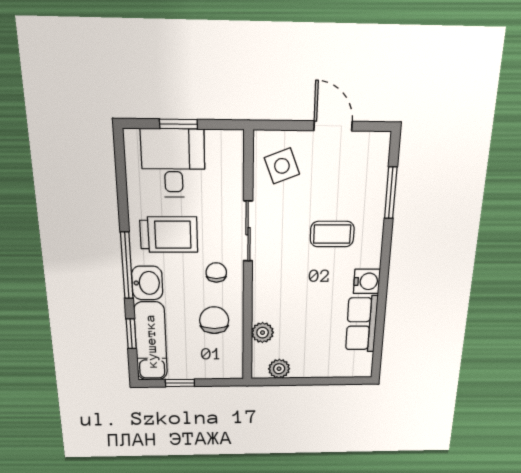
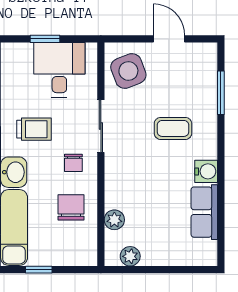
desk: (173, 163) -> (59, 70), moved
side table: (282, 166) -> (128, 71), width x1.37, depth x1.37
trolley: (169, 235) -> (34, 129), width x0.73, depth x0.72
chair: (216, 272) -> (73, 163), turned 180

